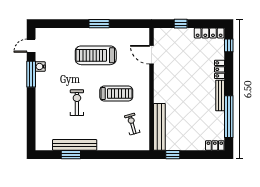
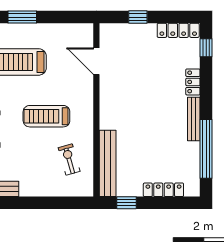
treadmill: (116, 94) -> (46, 116), turned 180
locker: (215, 145) -> (163, 190), moved, width x1.53

